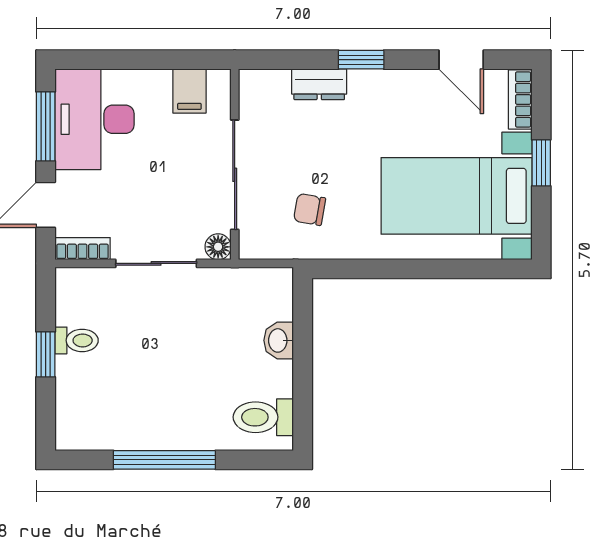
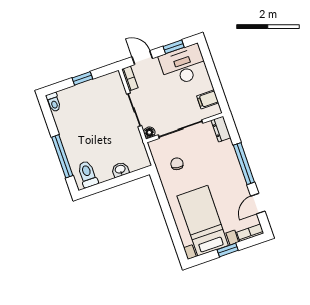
window: (361, 60) -> (244, 164), width x2.17
dresser: (319, 84) -> (221, 129), moved
window: (46, 126) -> (174, 47), width x0.67
toilet: (77, 340) -> (54, 102), moved
window: (164, 460) -> (62, 156), moved

